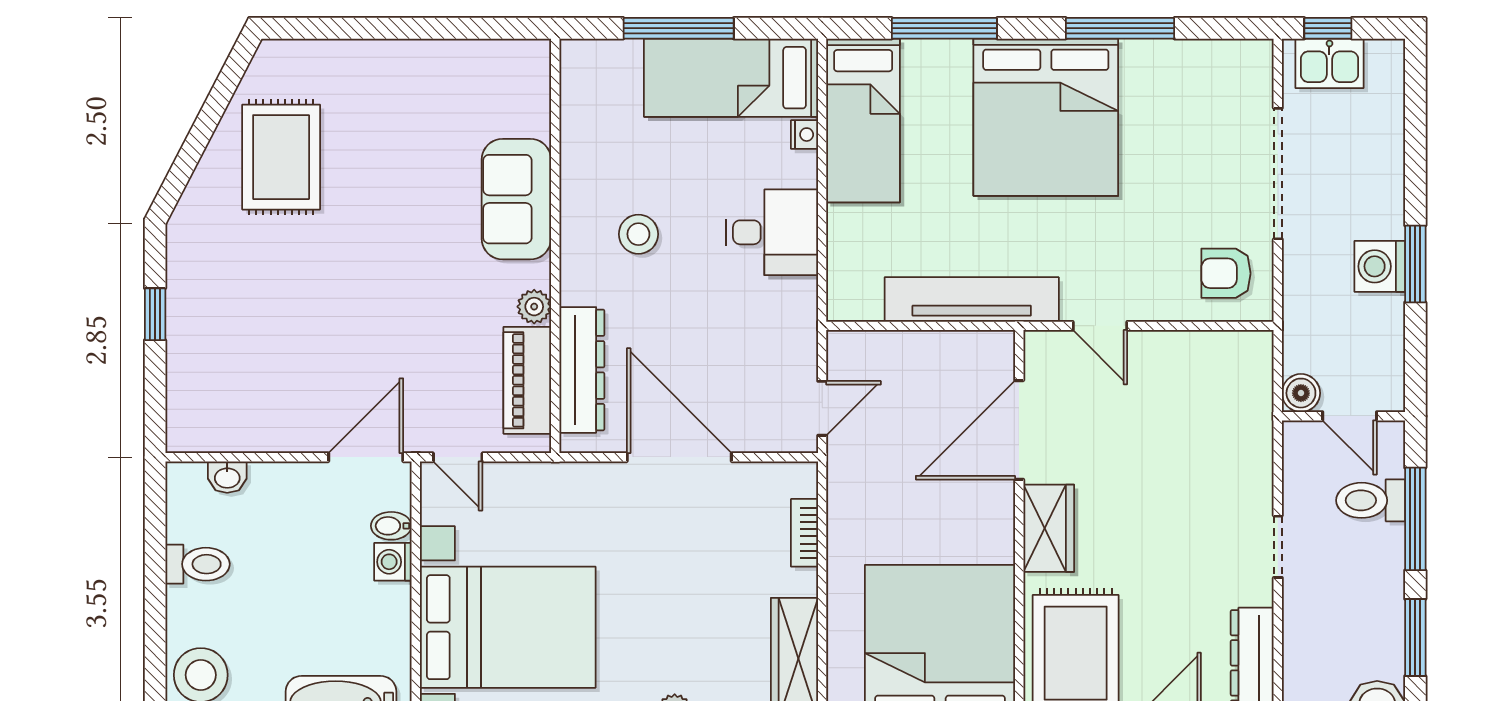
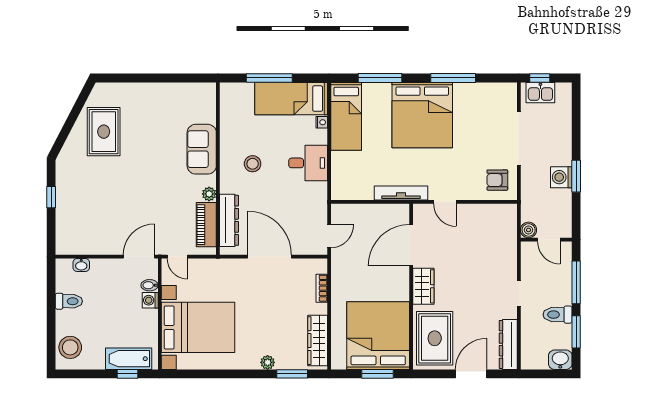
tv unit: (972, 299) -> (401, 193), width x0.73, depth x0.78
toilet: (1371, 500) -> (558, 315), moved

